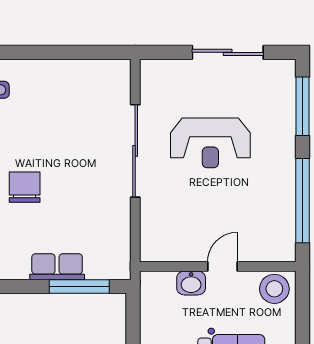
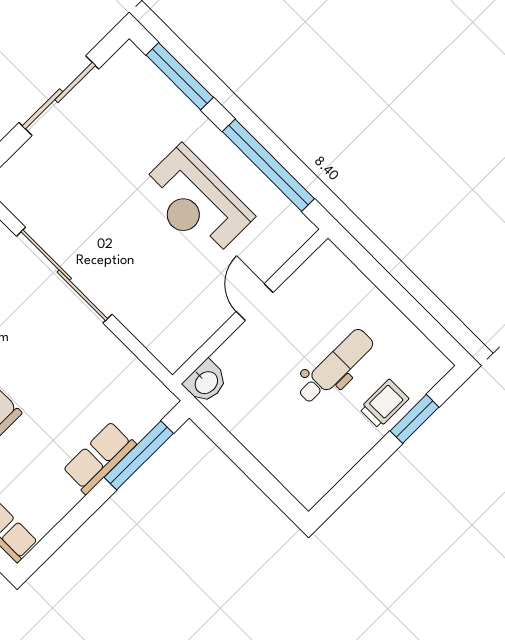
reception desk: (210, 143) -> (196, 202), moved, turned 90
washbasin: (191, 283) -> (206, 382), moved
stool: (274, 289) -> (325, 275), removed

